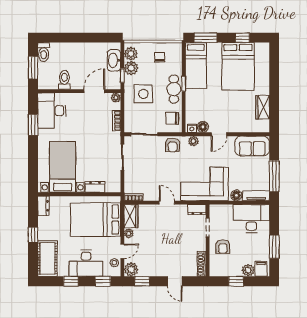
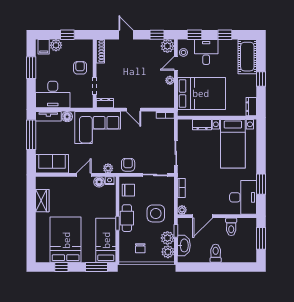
toilet: (44, 52) -> (216, 253), moved
wardrobe: (131, 216) -> (168, 97), removed
desk: (86, 263) -> (206, 52), width x0.73

